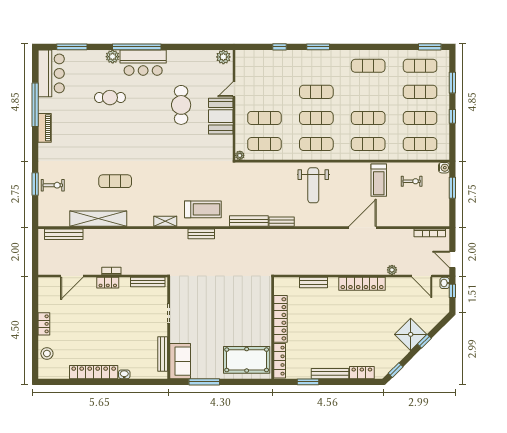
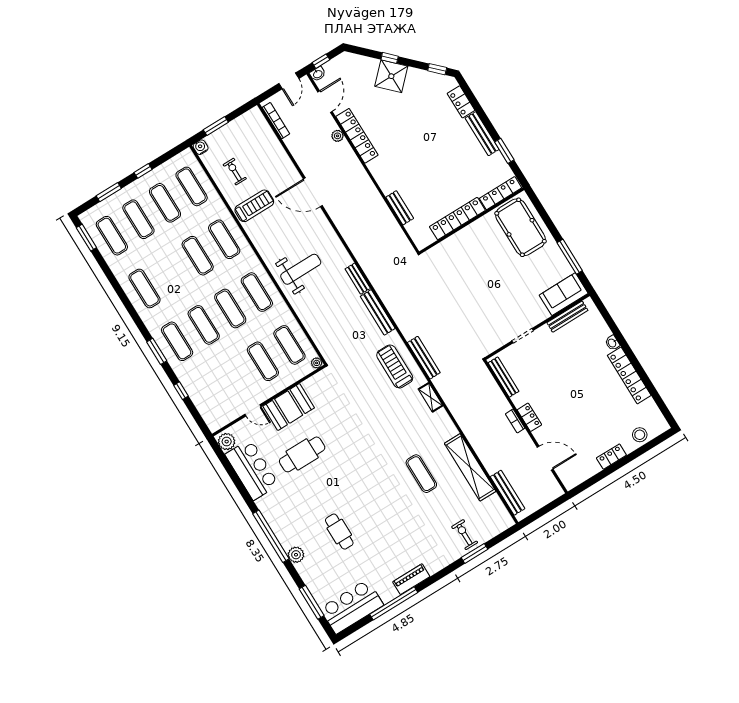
bar counter: (143, 63) -> (252, 470), moved
exercise mat: (316, 66) -> (177, 341), added
bench: (201, 234) -> (424, 358), width x1.36
locker: (362, 284) -> (357, 136), moved

